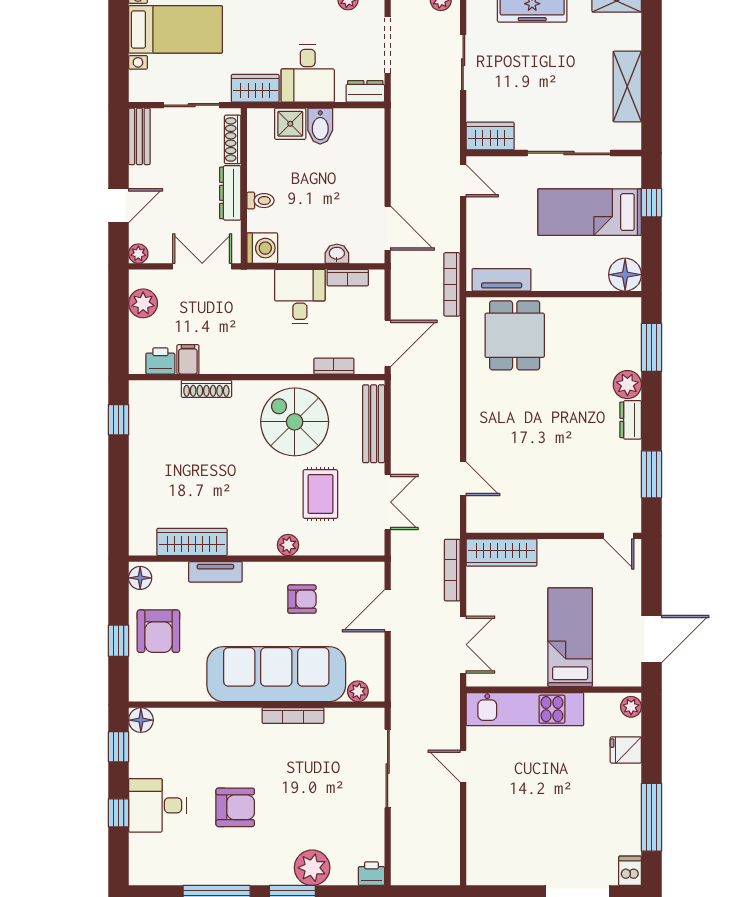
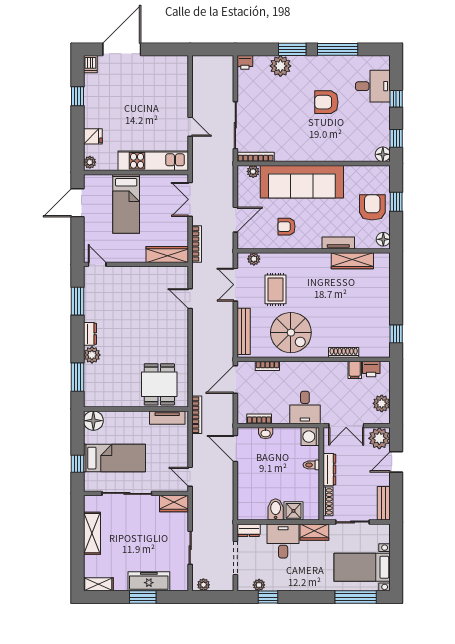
plant: (138, 254) -> (379, 438), width x1.88, depth x1.88
desk: (300, 297) -> (305, 407), moved
plant: (288, 545) -> (254, 259), moved
bookcase: (293, 716) -> (256, 157), moved
desk: (157, 805) -> (373, 86), moved
window: (652, 817) -> (77, 96), width x0.46

